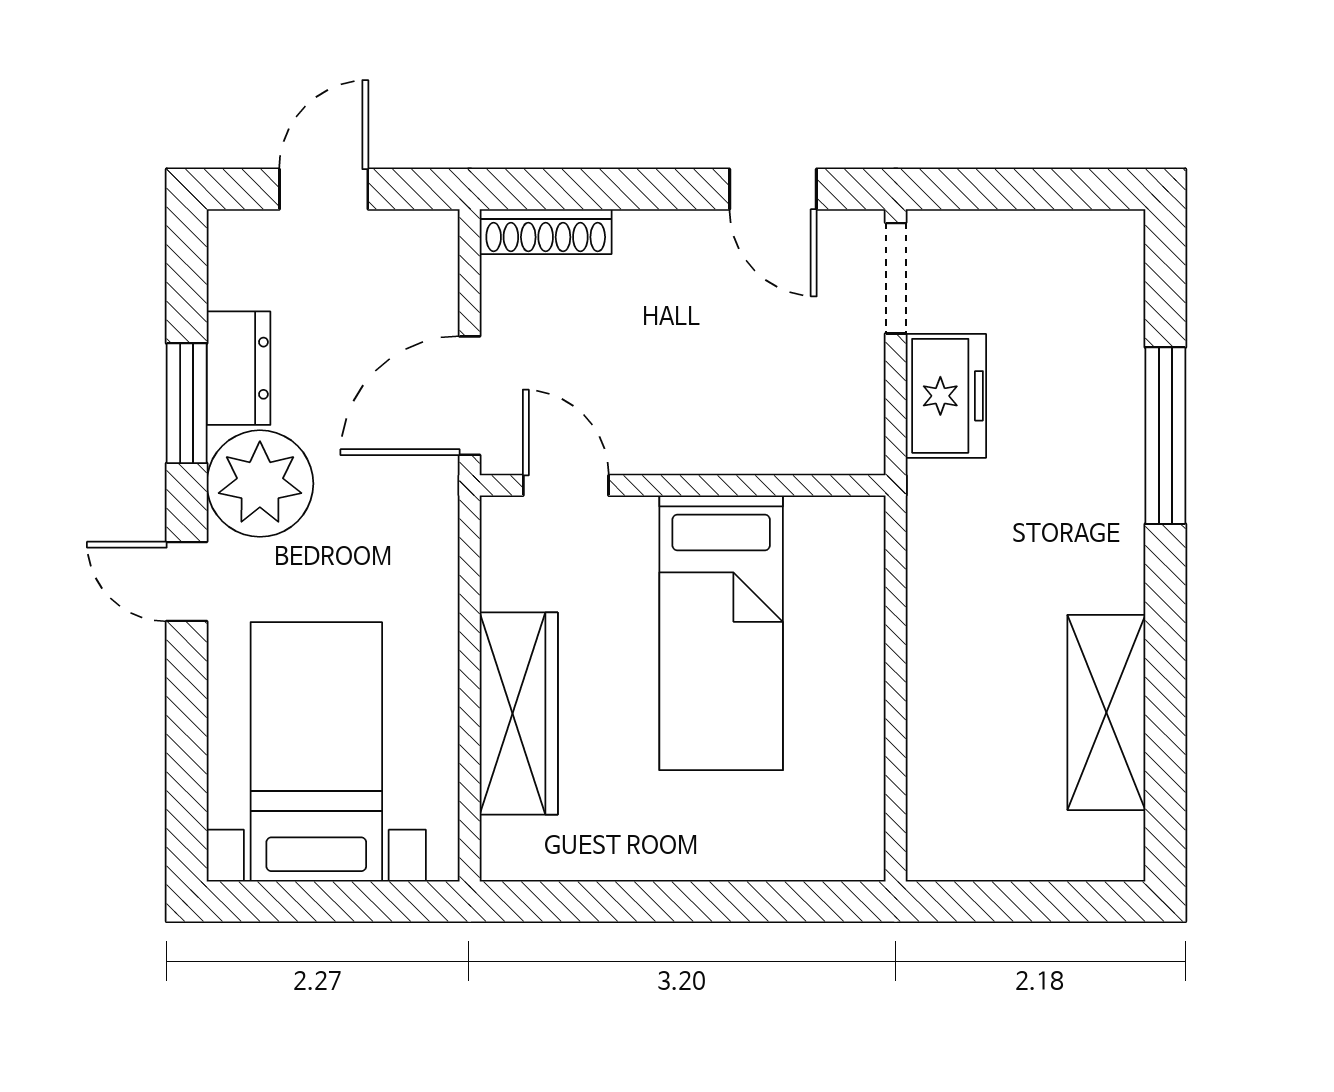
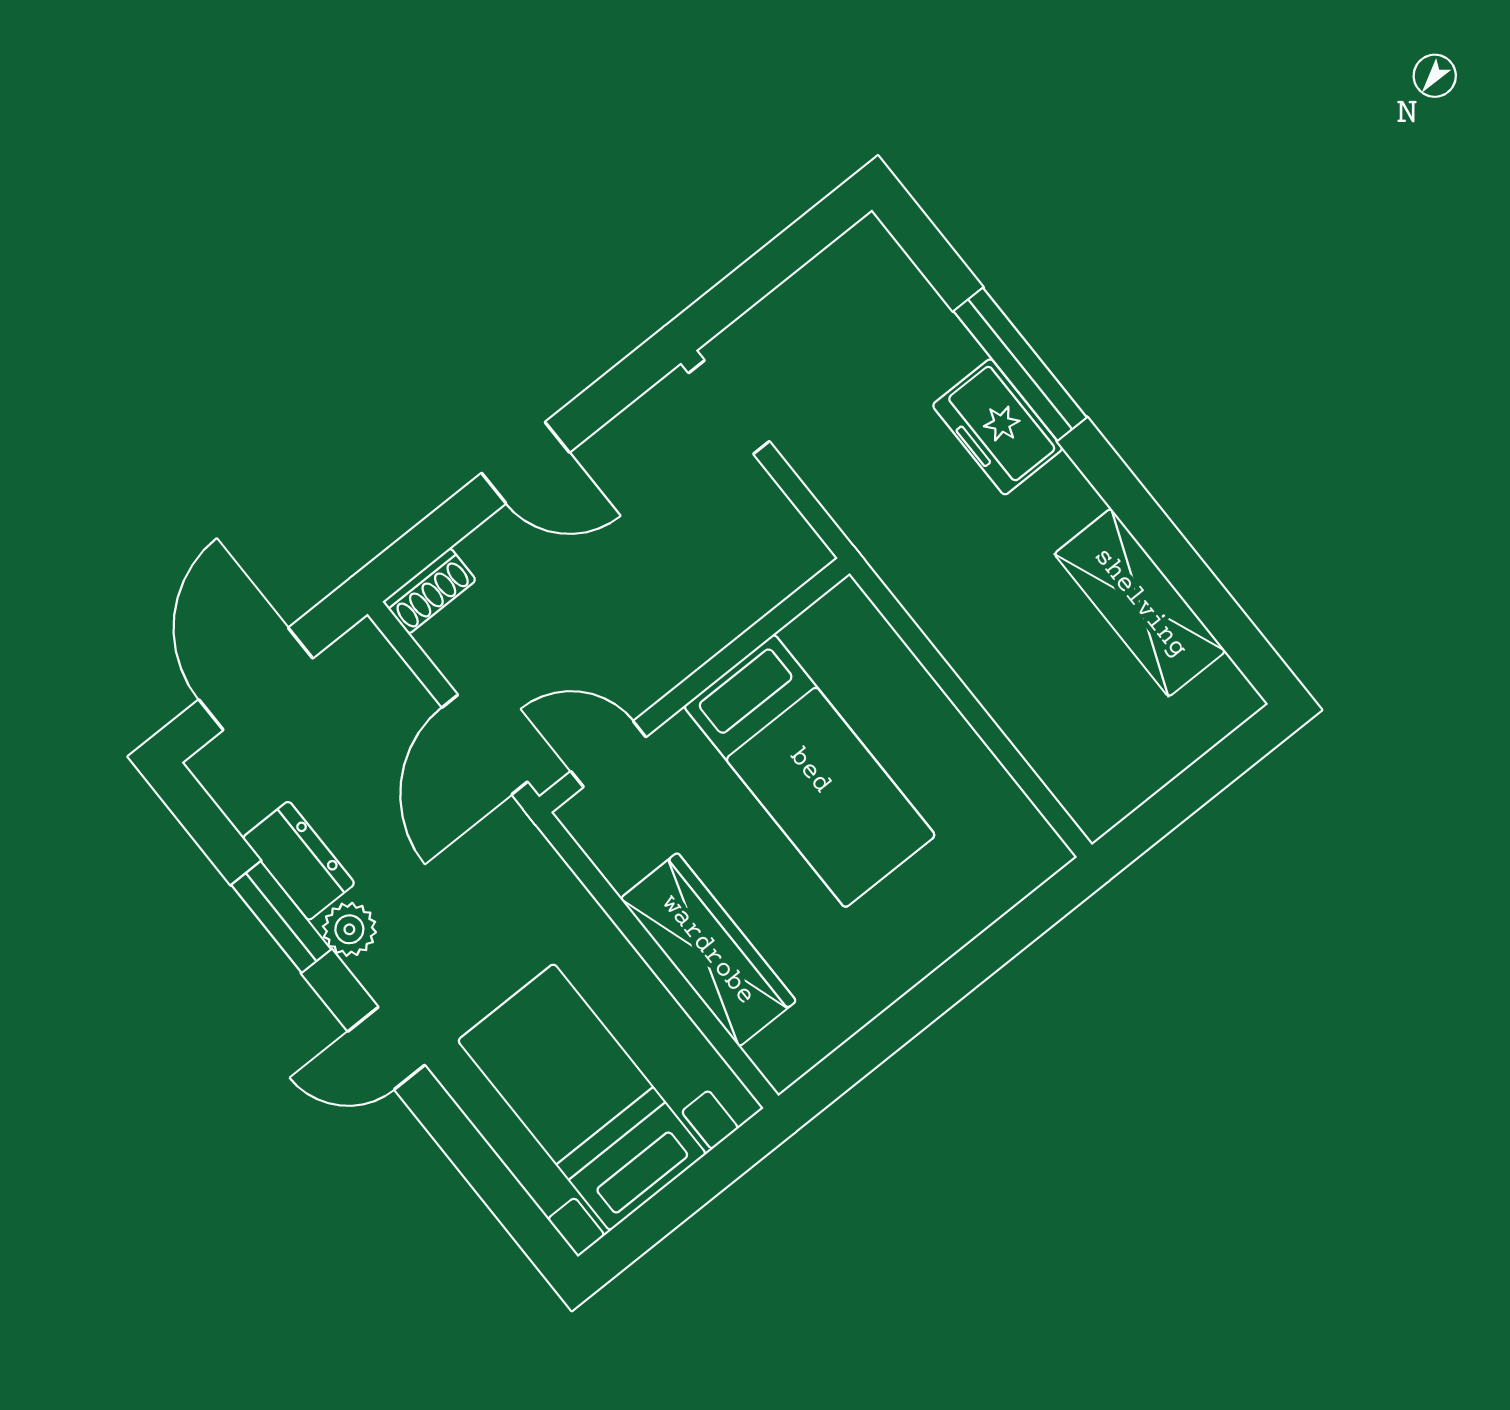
door: (324, 189) -> (256, 679), width x1.38
door: (773, 189) -> (526, 463), moved
shoe rack: (546, 232) -> (429, 591), width x0.70
freezer: (946, 396) -> (998, 427), moved, turned 180
plant: (260, 484) -> (349, 929), width x0.53, depth x0.53

